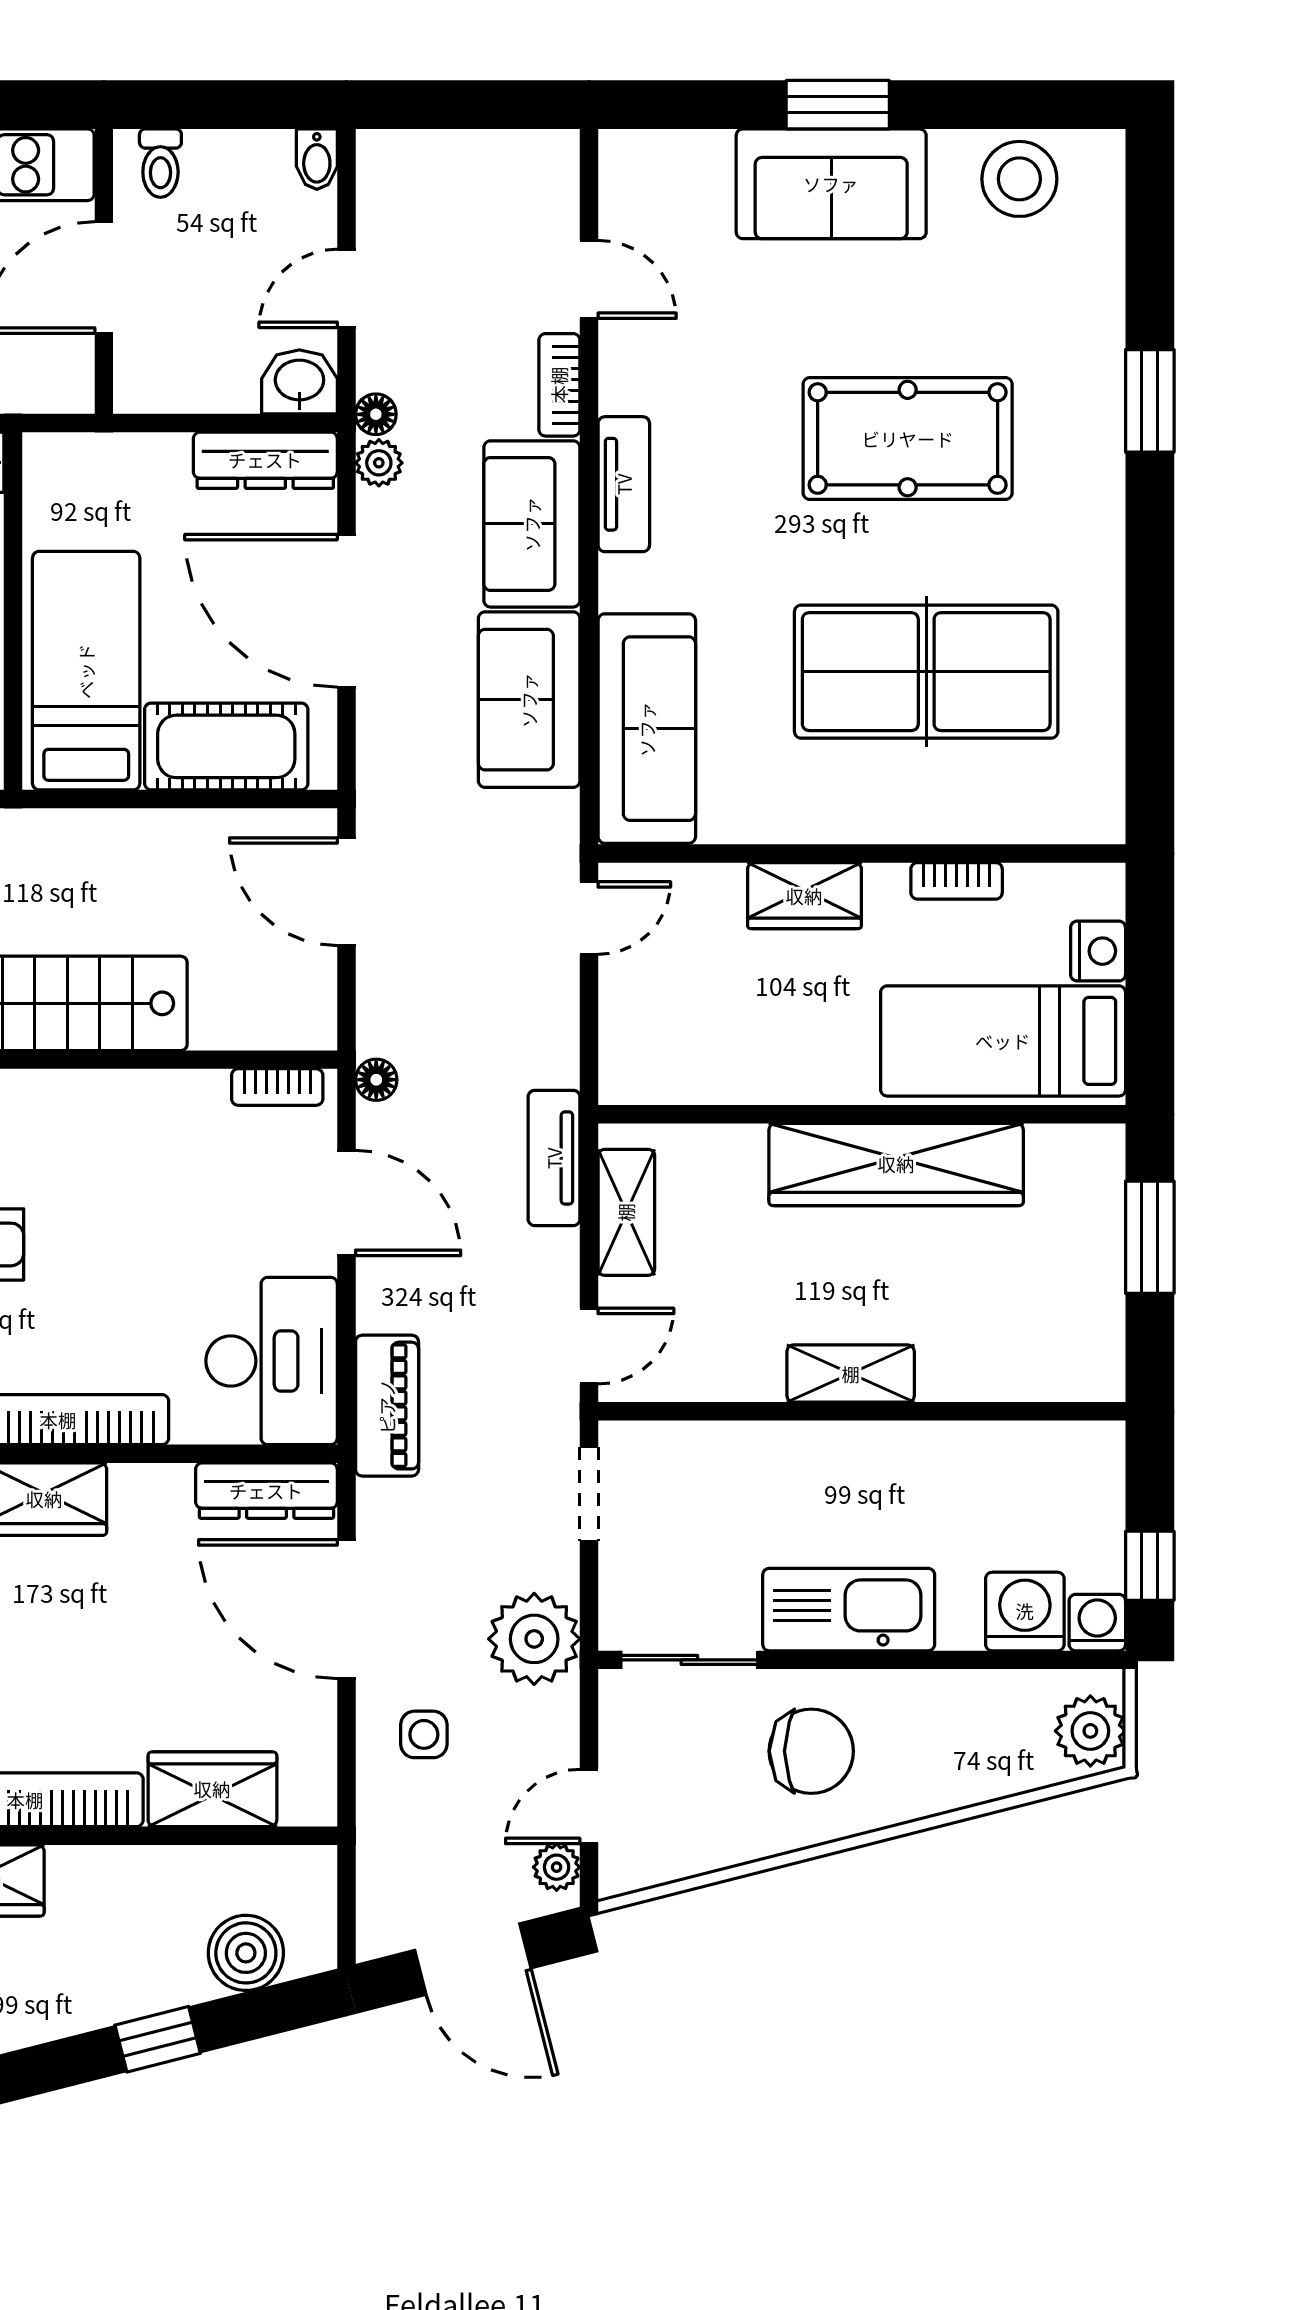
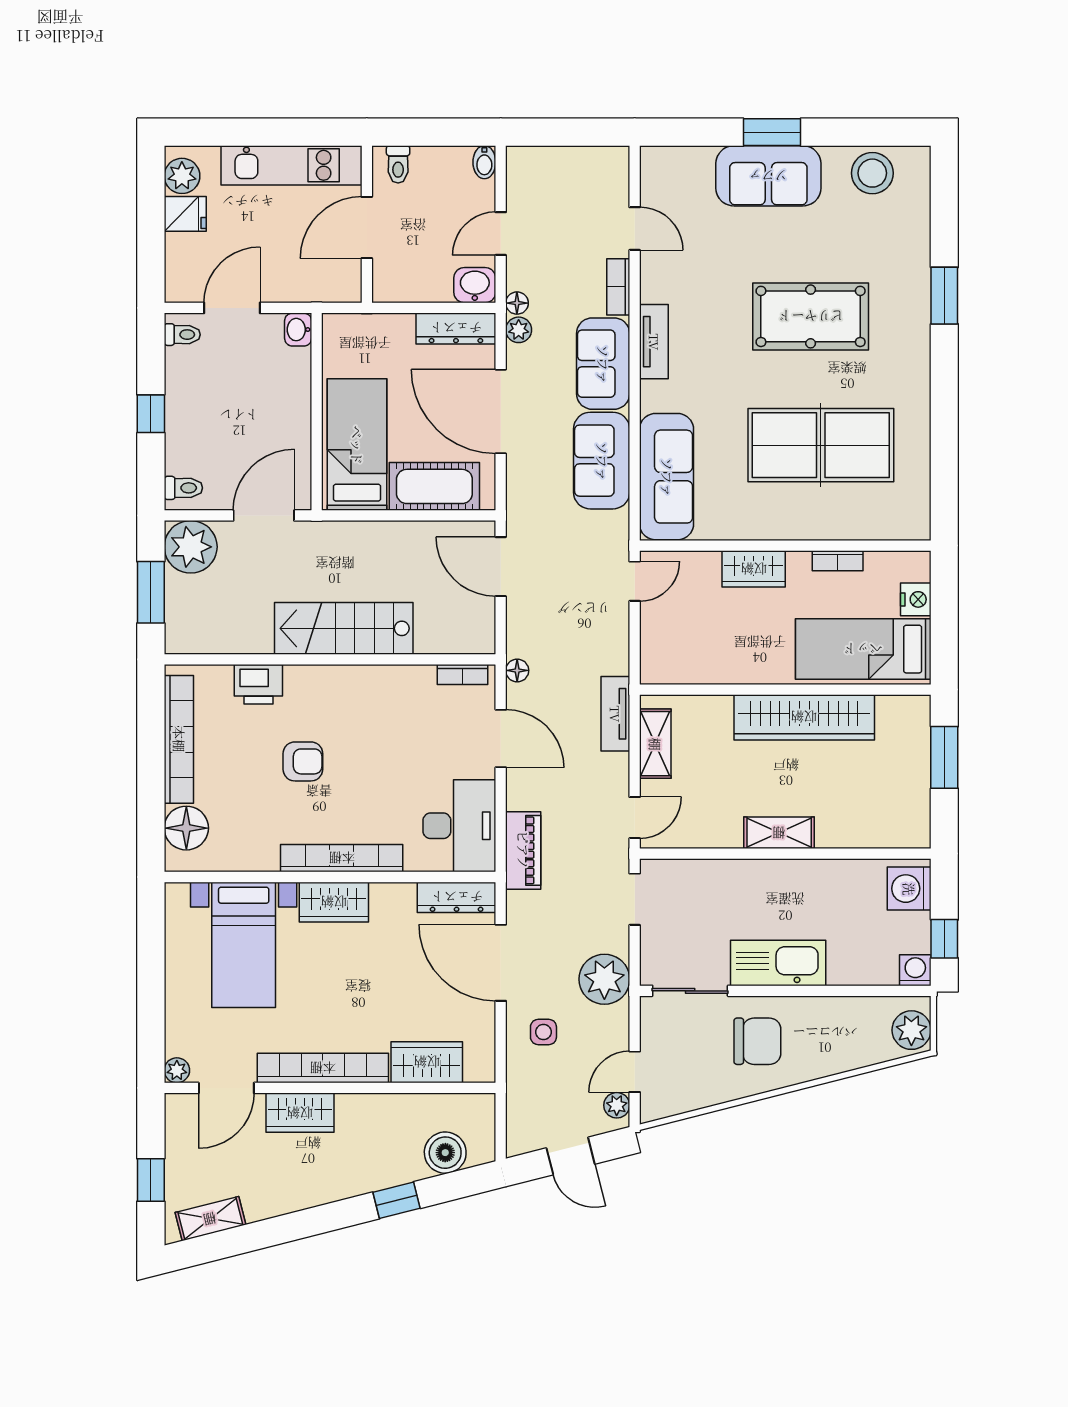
washing machine: (1025, 1611) -> (909, 889), moved, turned -90
door: (473, 1959) -> (571, 1156), width x0.73

